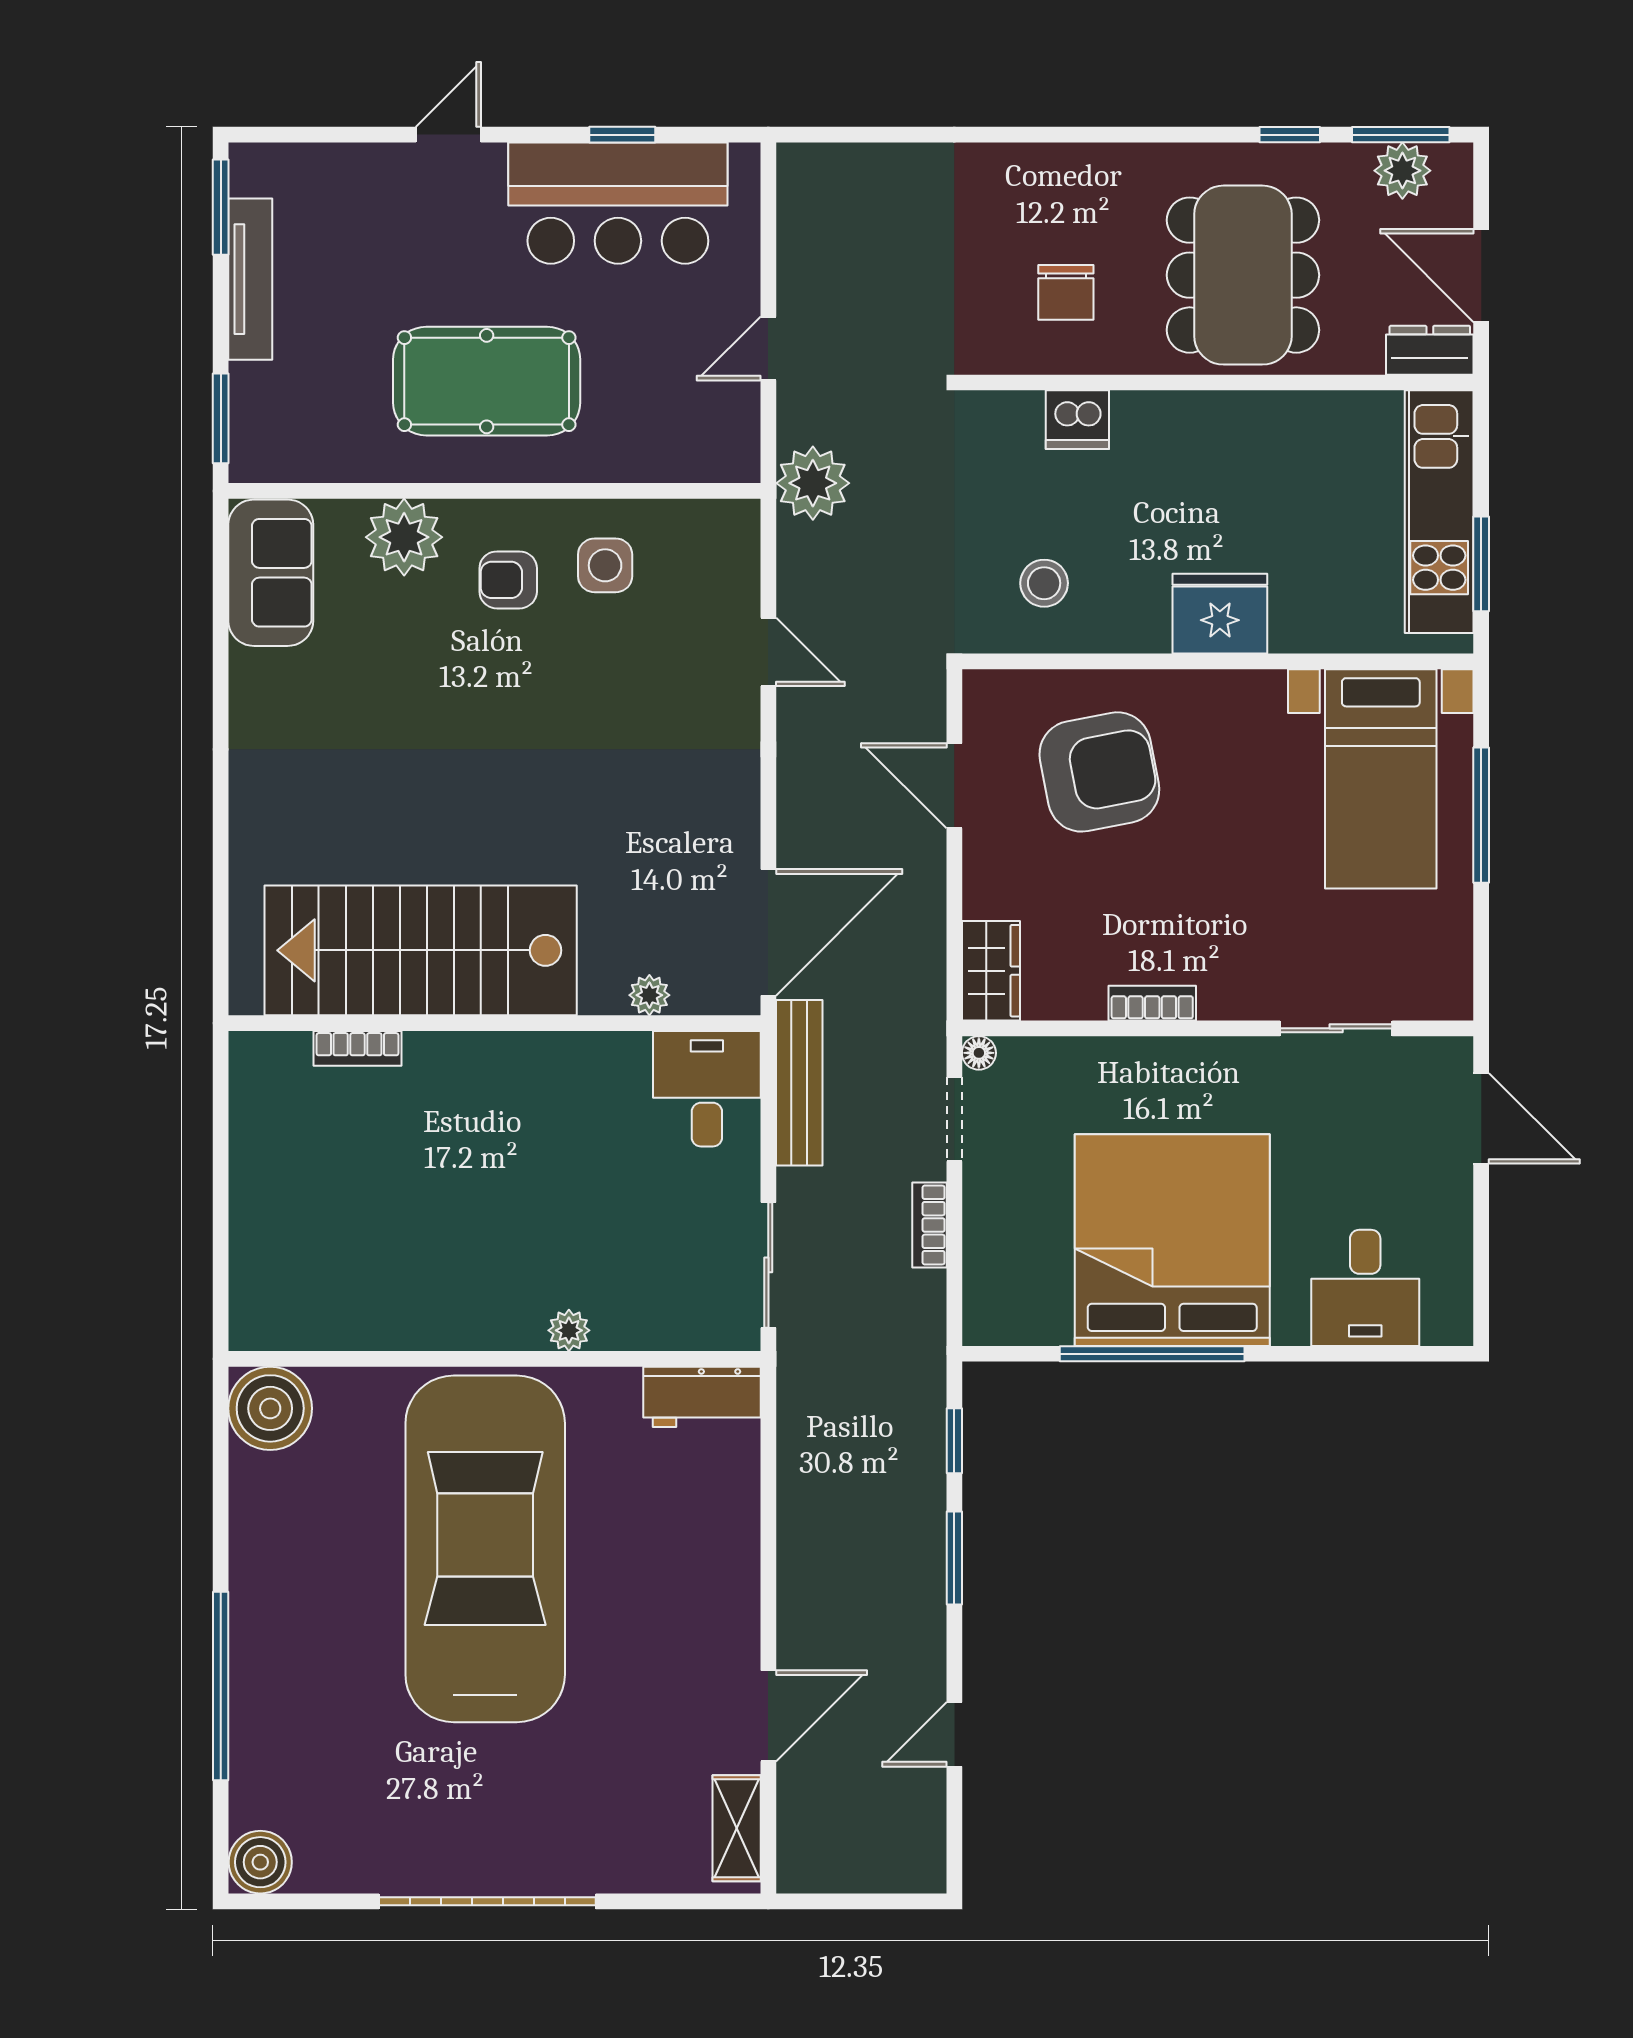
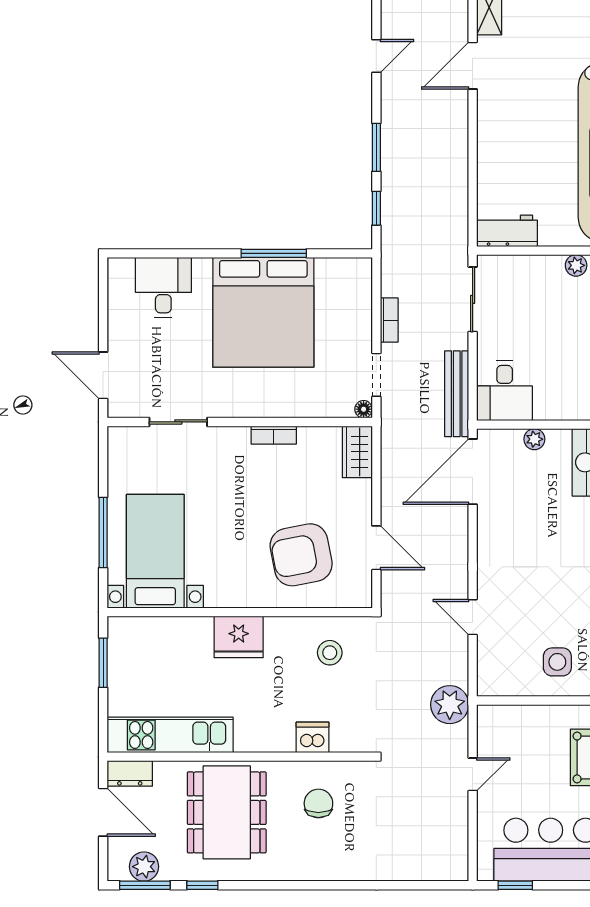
window: (622, 135) -> (515, 885), moved
kitchen unit: (1439, 512) -> (170, 735), moved, turned -90
window: (1152, 1354) -> (274, 253), width x0.68

